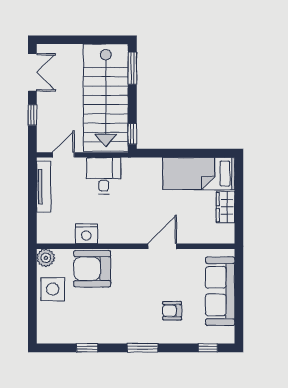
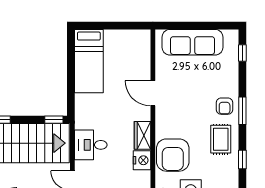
wardrobe: (225, 207) -> (143, 135), moved, turned 90
armchair: (172, 311) -> (225, 106), moved
rug: (110, 323) -> (221, 139), added

